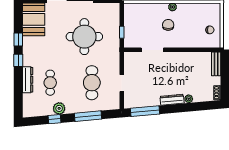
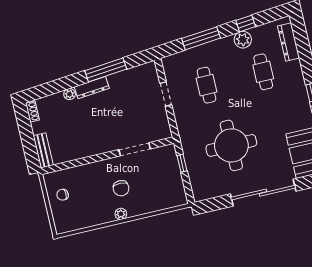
dresser: (28, 80) -> (289, 42), moved
cafe table: (92, 83) -> (206, 85), width x0.73, depth x0.74
window: (145, 111) -> (106, 70), moved

